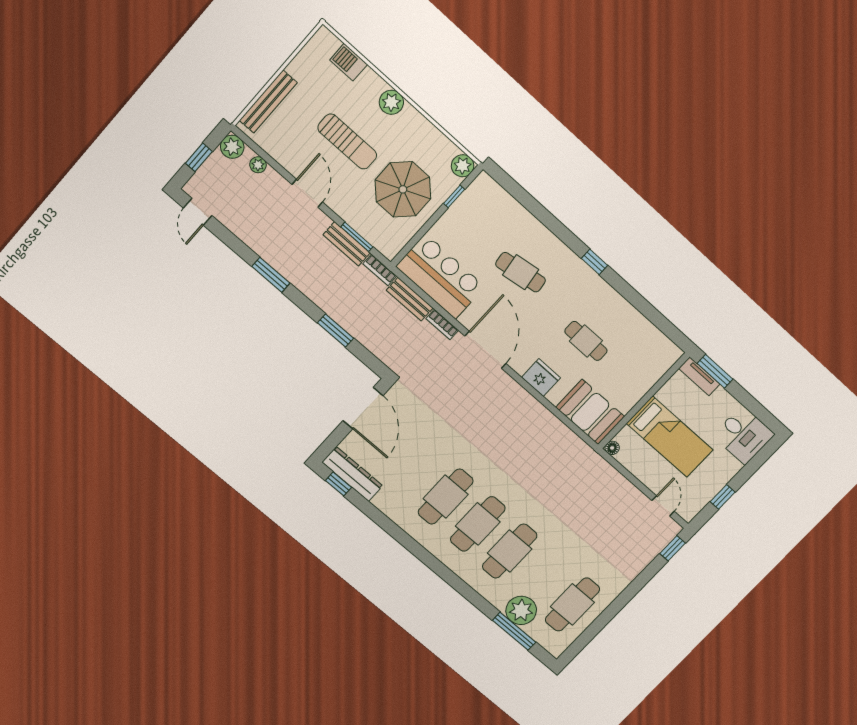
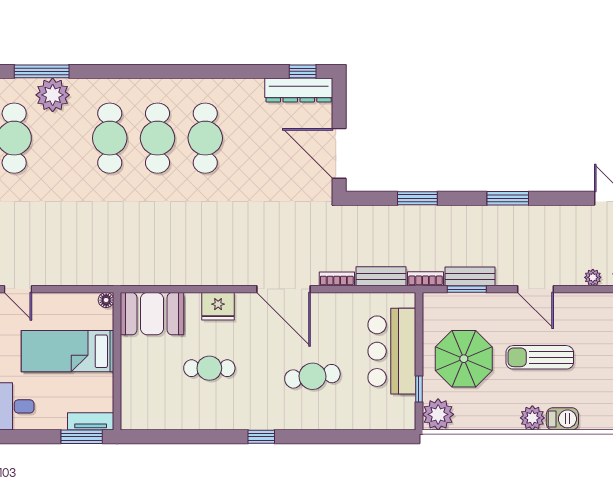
barbecue: (349, 62) -> (562, 419), moved
plant: (463, 166) -> (438, 414), width x1.36, depth x1.36
bar counter: (441, 277) -> (392, 351), moved, turned 90

